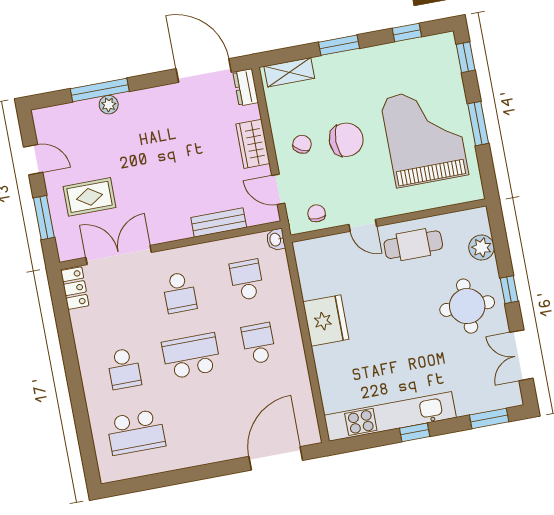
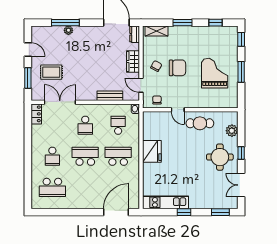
grand piano: (424, 136) -> (215, 73), width x0.73, depth x0.68
school desk: (259, 343) -> (118, 156), width x1.85
kitchen unit: (390, 416) -> (165, 202), width x0.73

